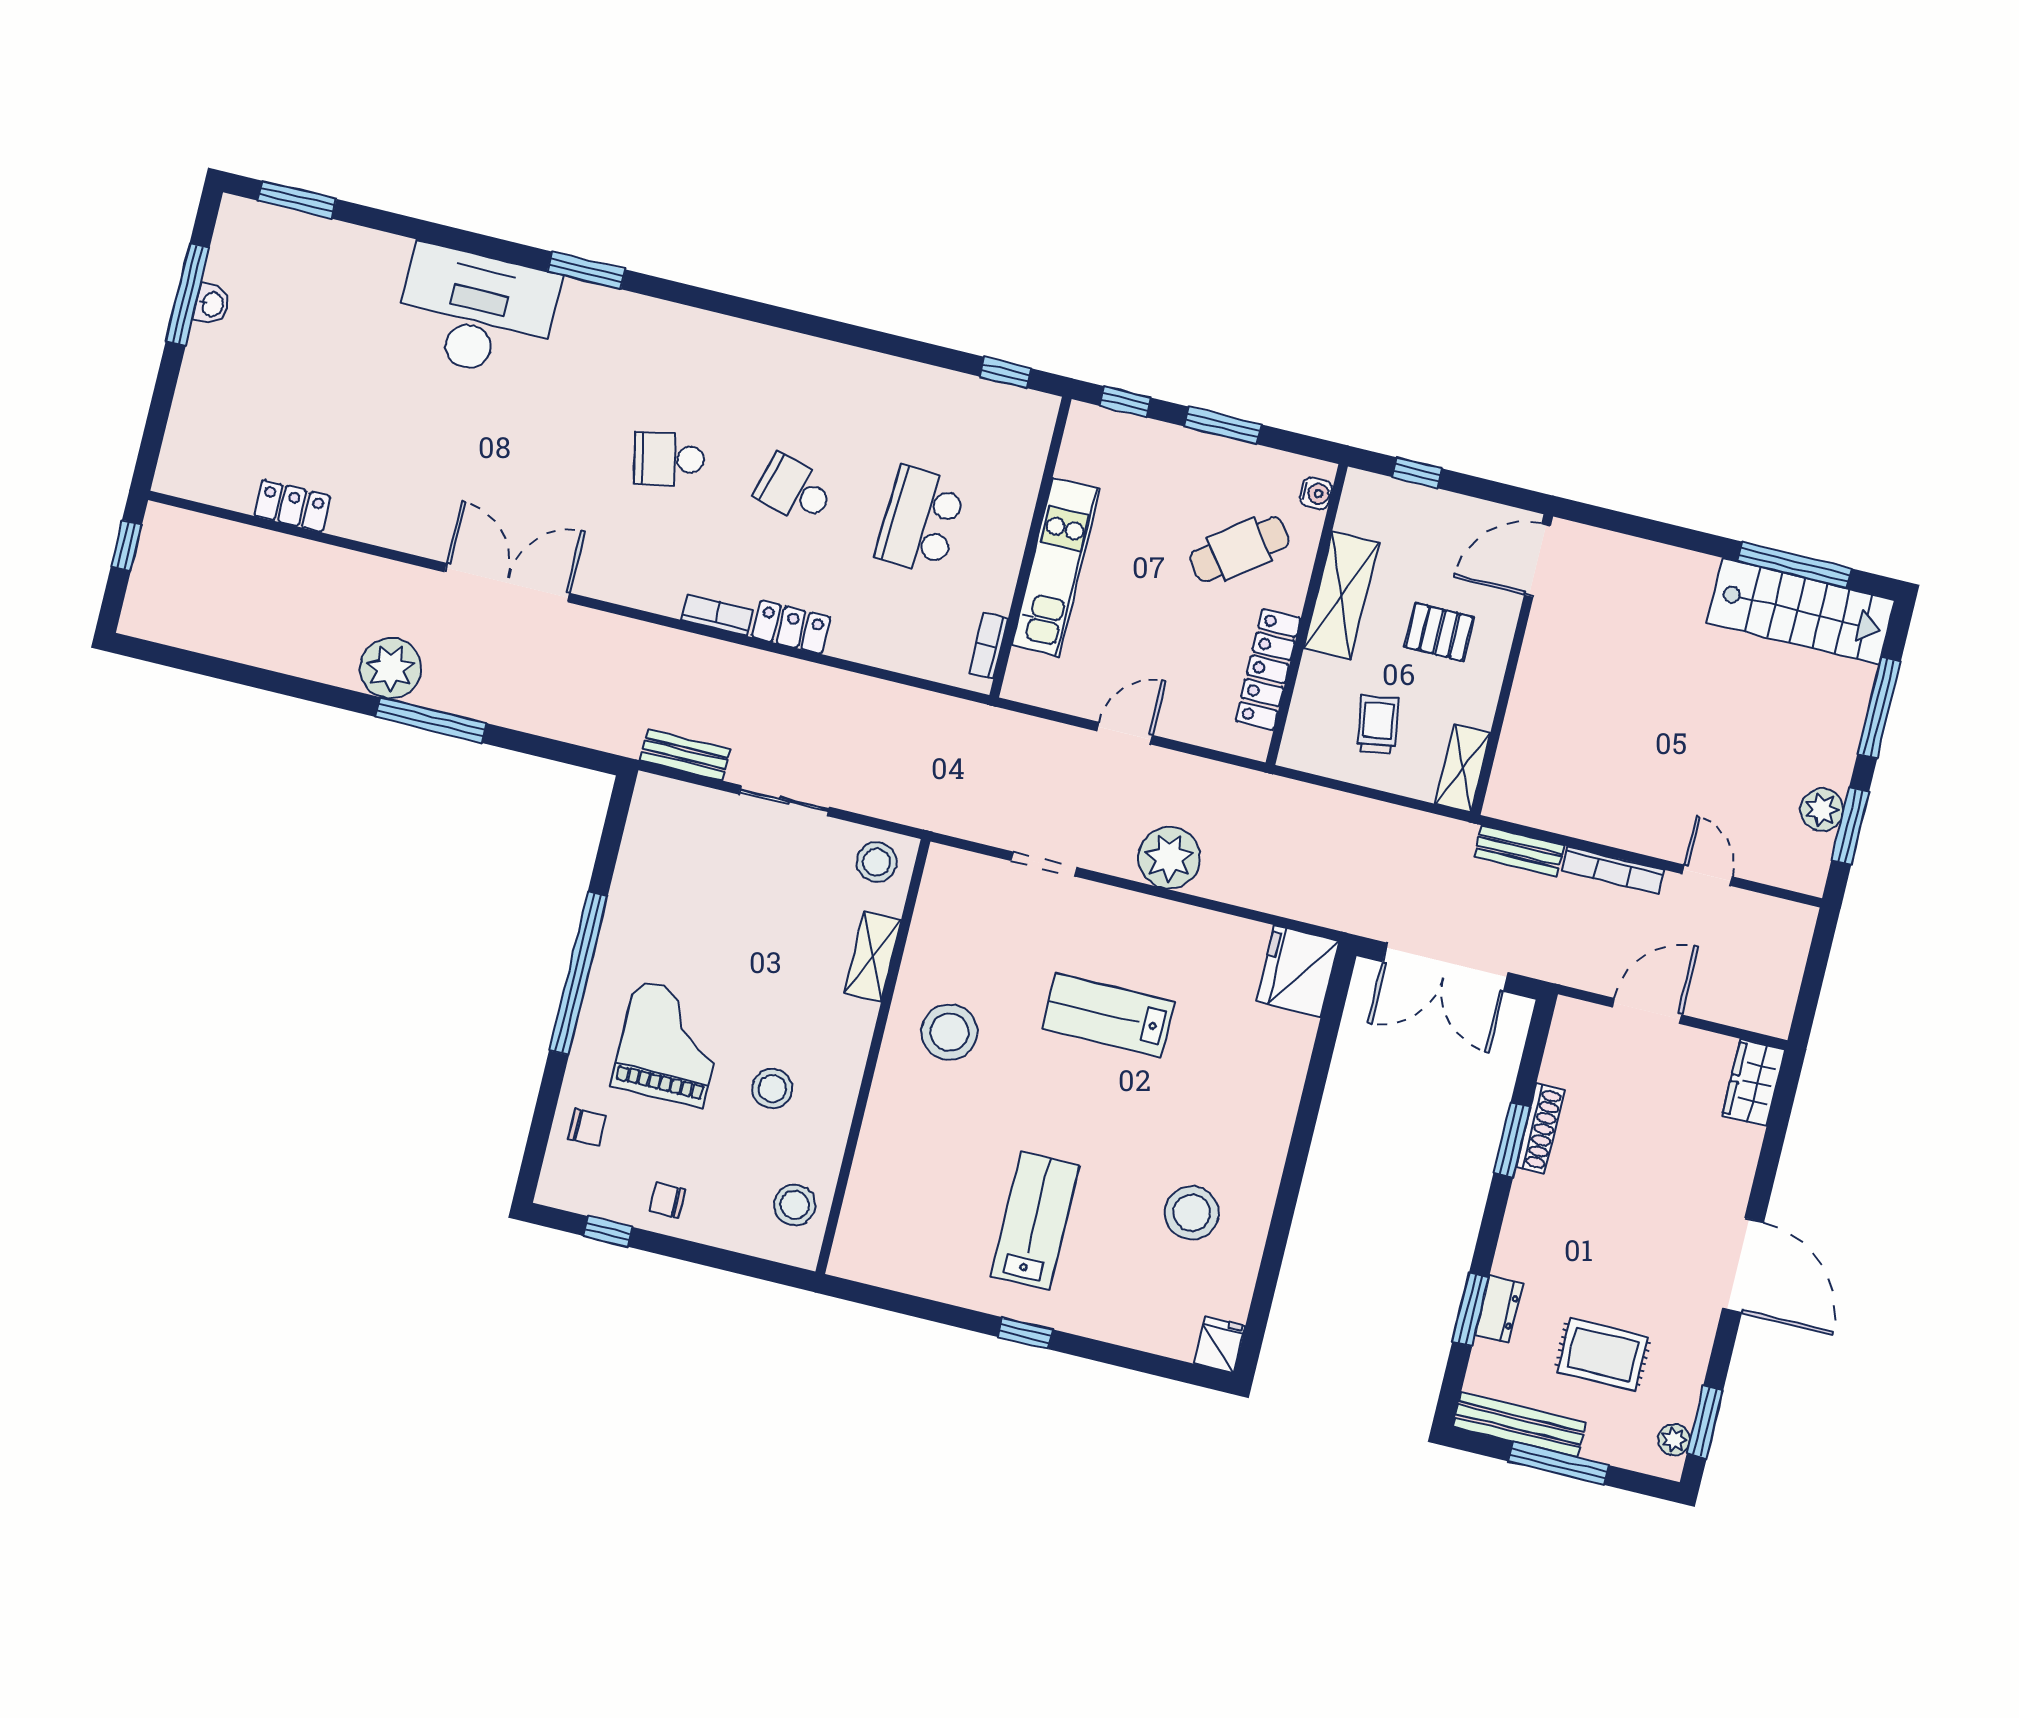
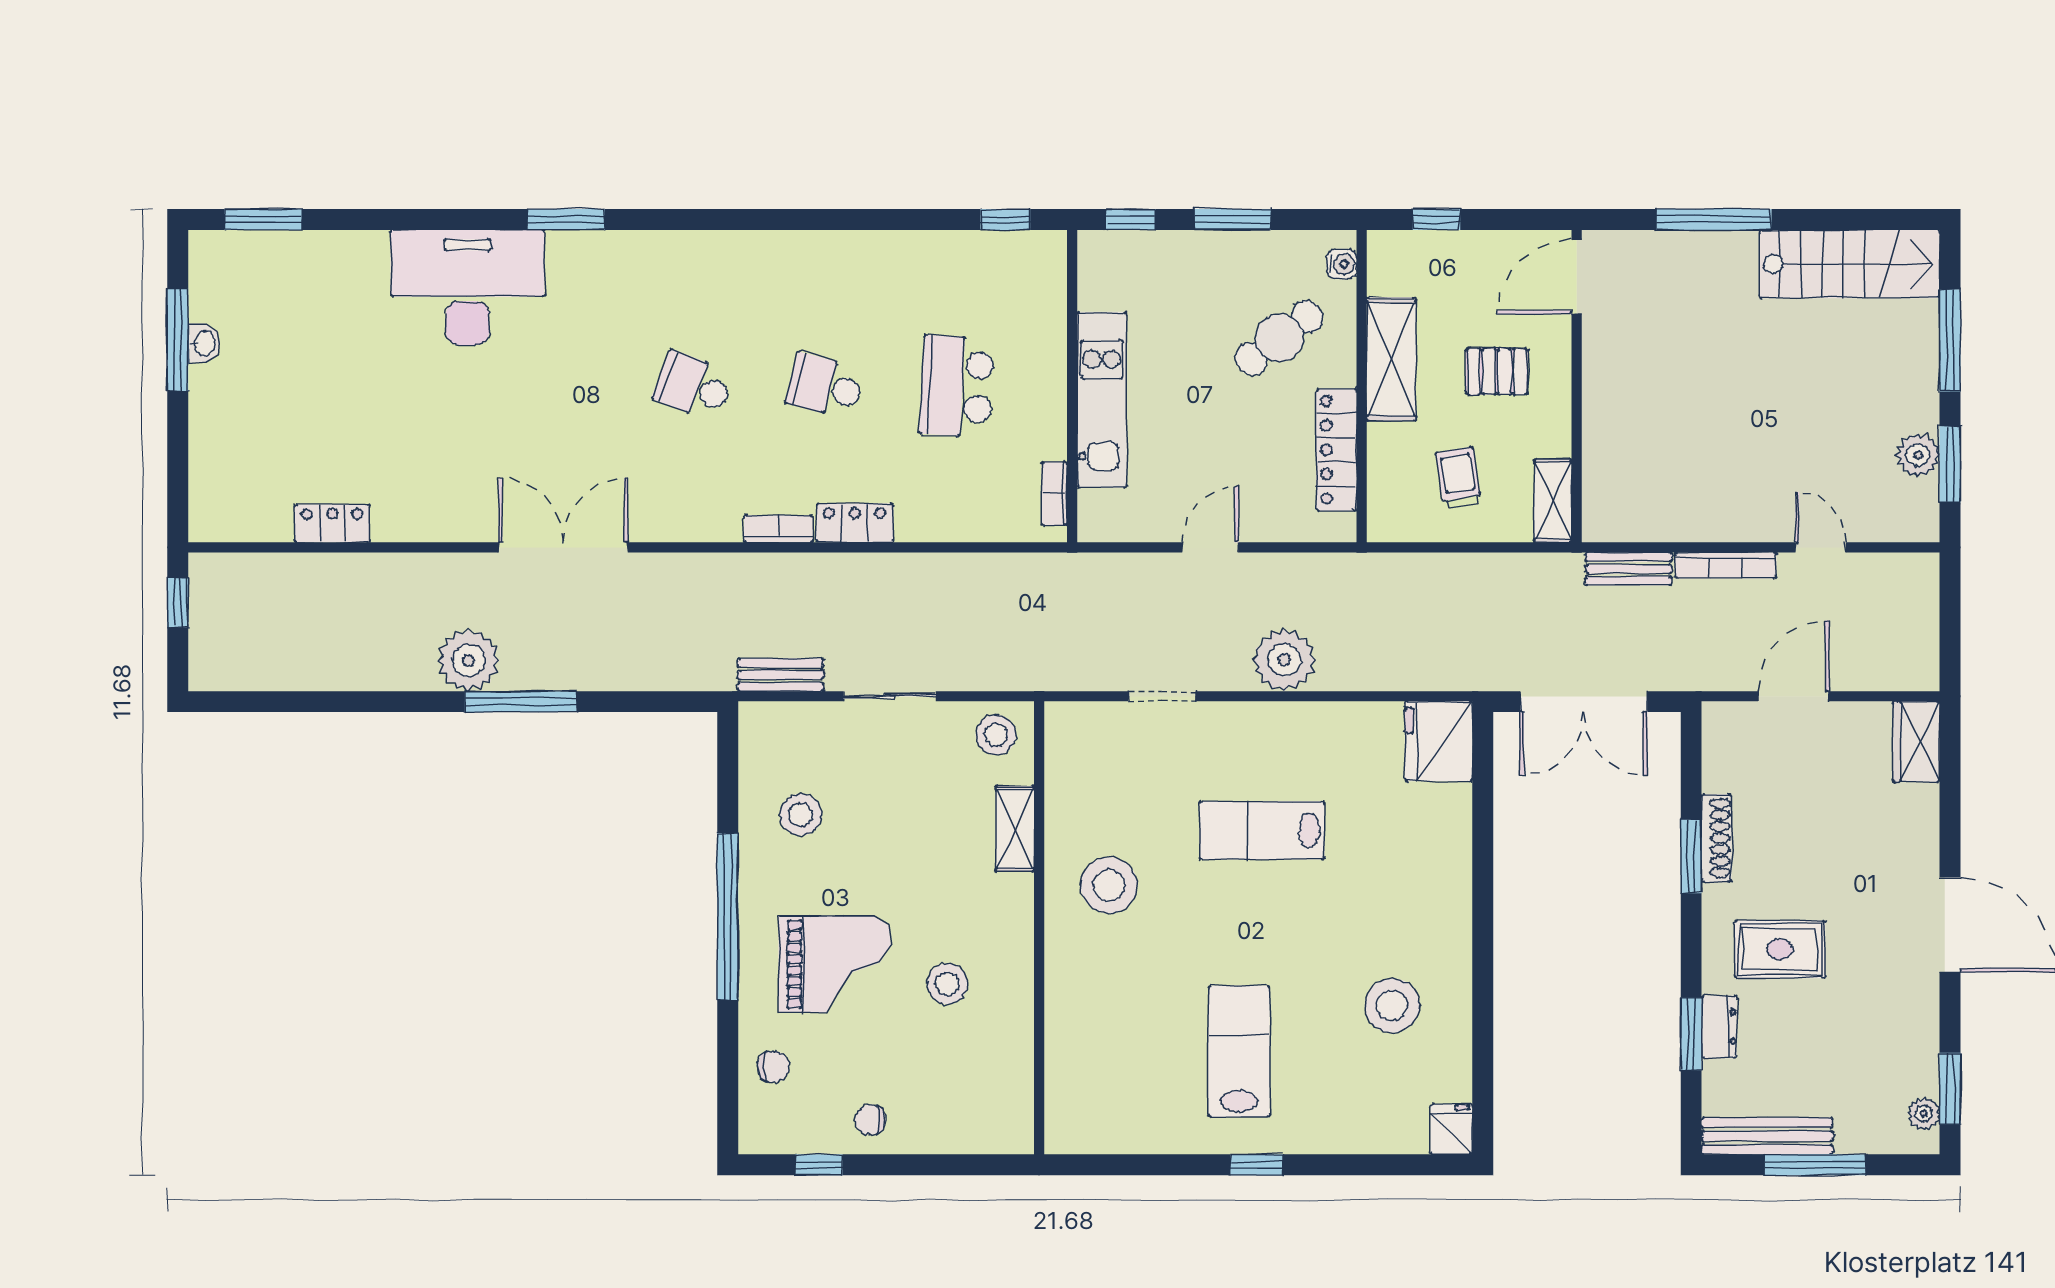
school desk: (669, 459) -> (693, 386), turned 33
window: (1794, 565) -> (1714, 219), moved
grand piano: (669, 1044) -> (835, 964), turned 90
stool: (795, 1205) -> (801, 815), moved
rug: (1603, 1354) -> (1780, 949), moved

